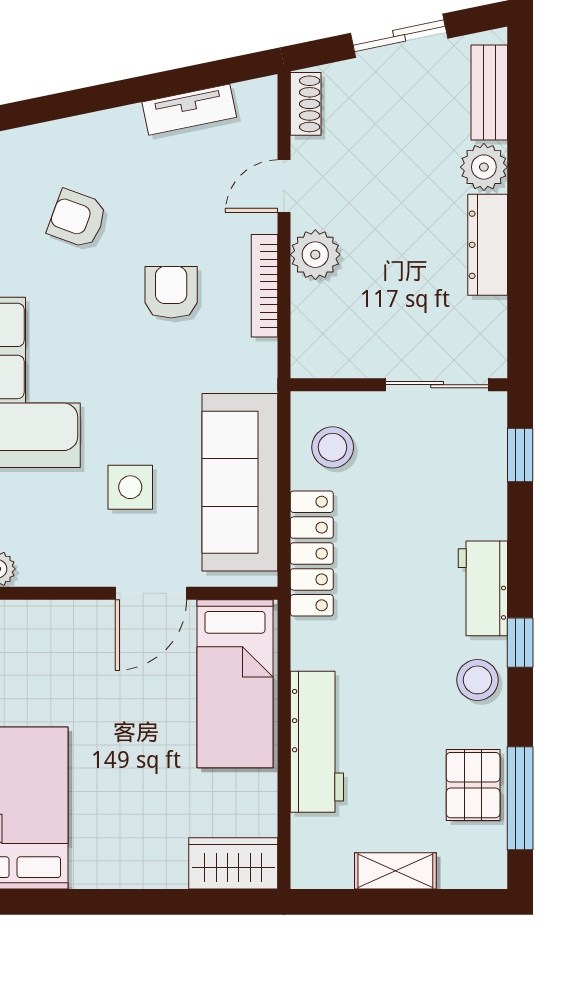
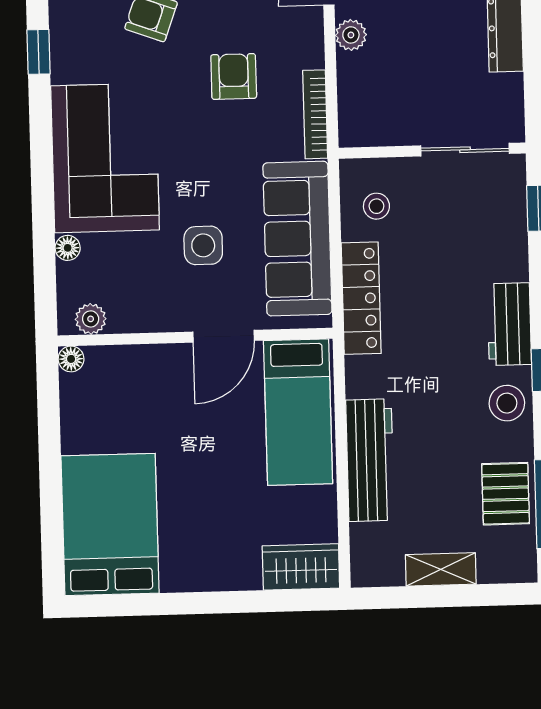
plant: (315, 255) -> (351, 35), width x0.73, depth x0.73
bookcase: (264, 286) -> (315, 114), moved
stool: (333, 447) -> (376, 206), width x0.73, depth x0.73

